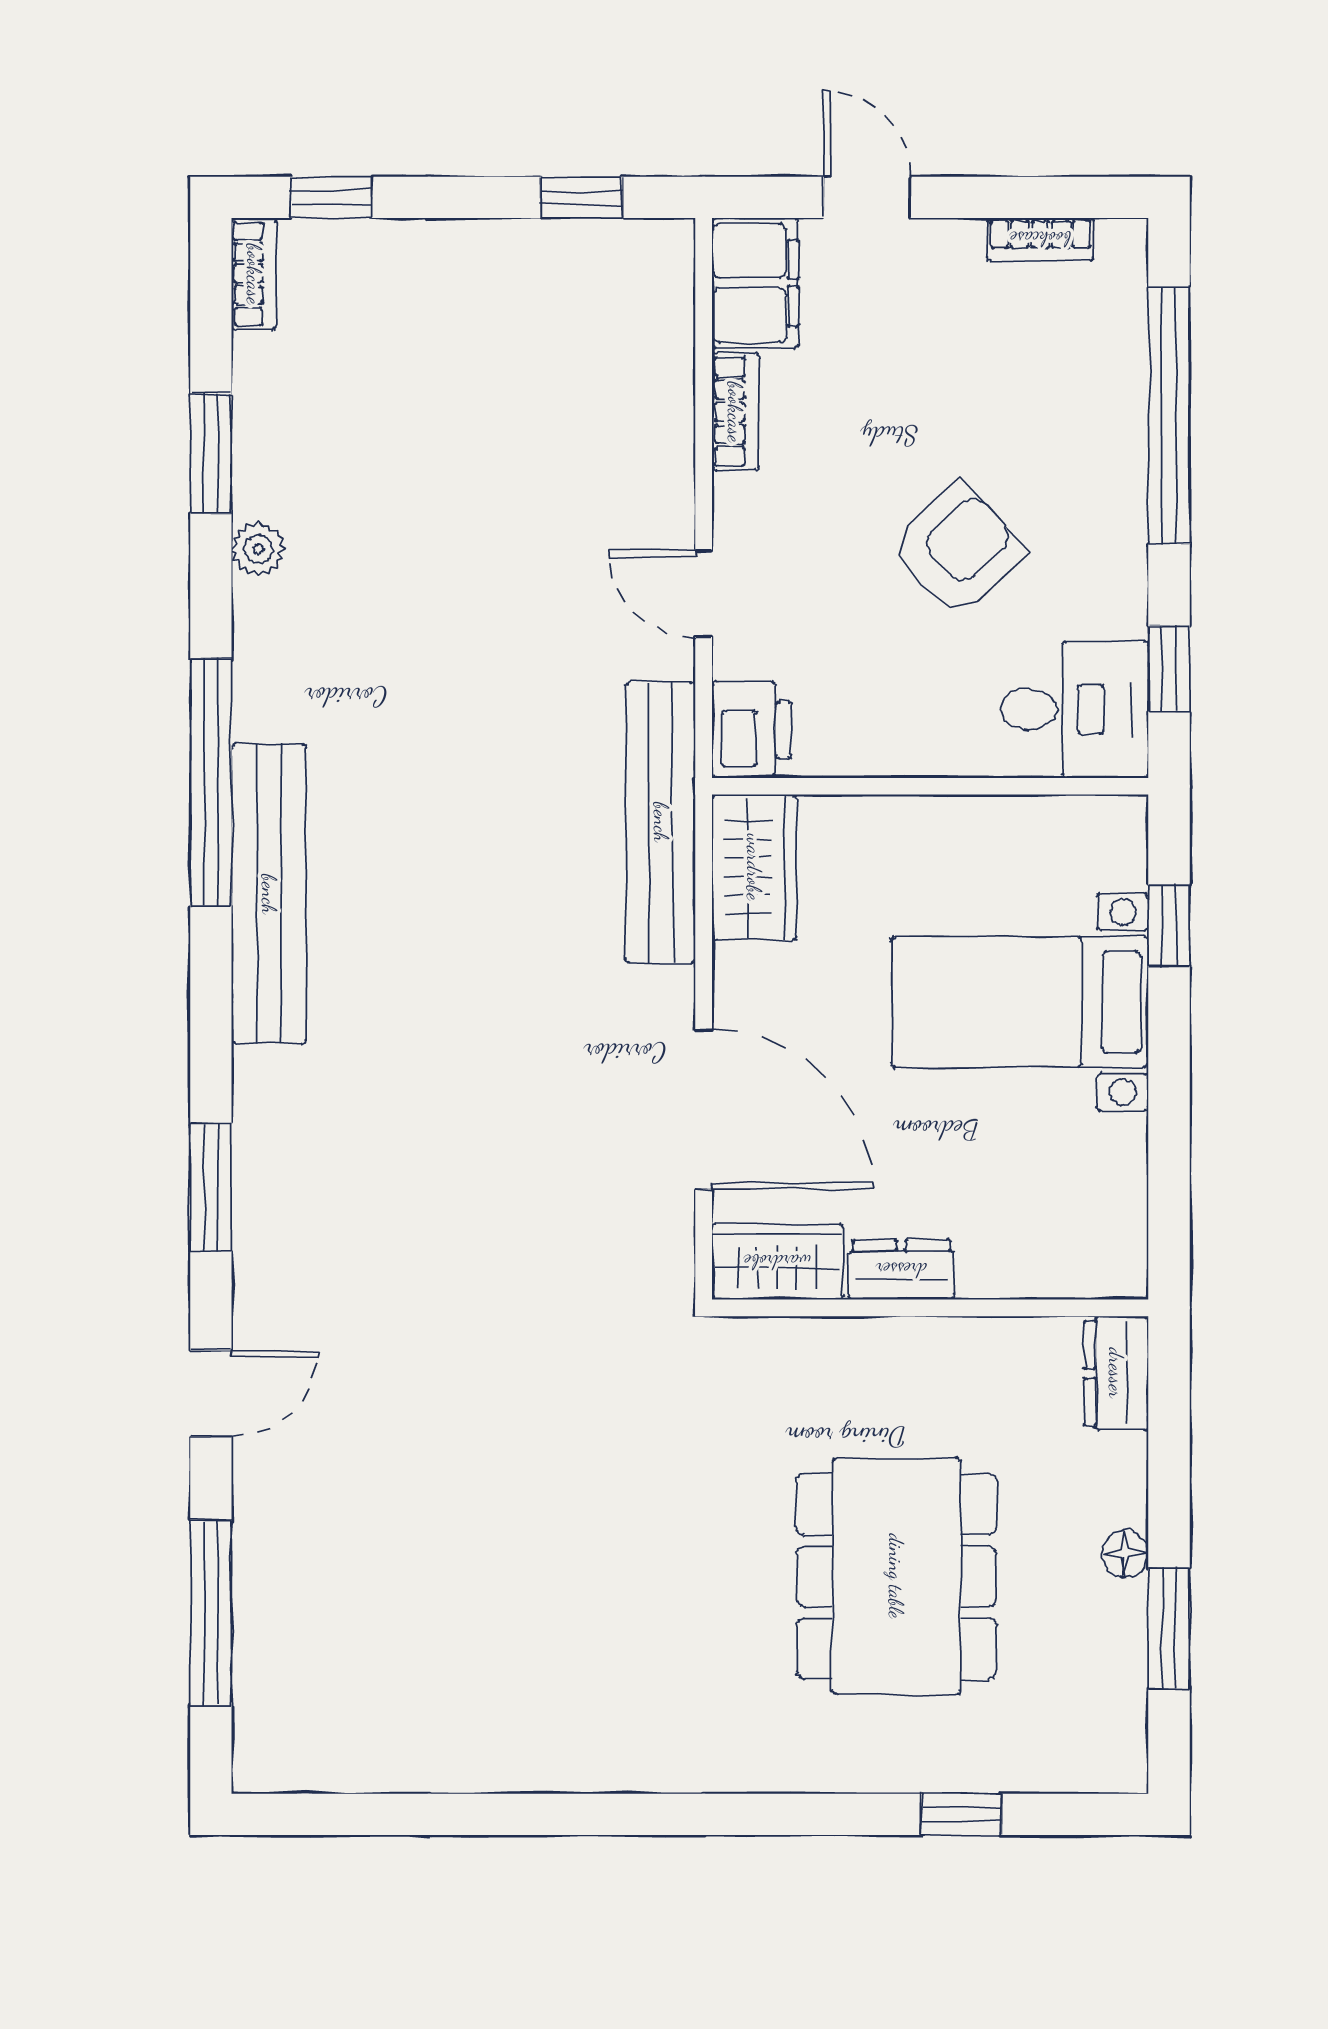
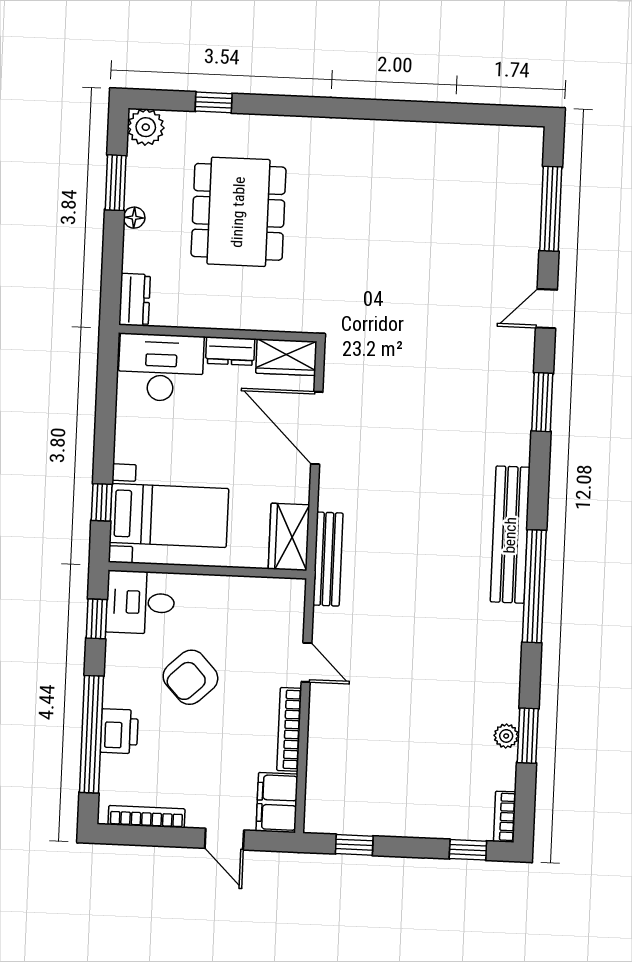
bookcase: (1040, 239) -> (147, 817), width x1.56
bookcase: (735, 412) -> (289, 729), width x1.56
plant: (258, 549) -> (506, 736), moved
printer: (752, 730) -> (119, 731), moved, turned 180
bench: (661, 822) -> (328, 559), width x0.73, depth x0.82
bed with nightstands: (1020, 1002) -> (169, 515), moved
desk: (1052, 1227) -> (161, 368), added
plant: (1108, 1753) -> (146, 127), added

